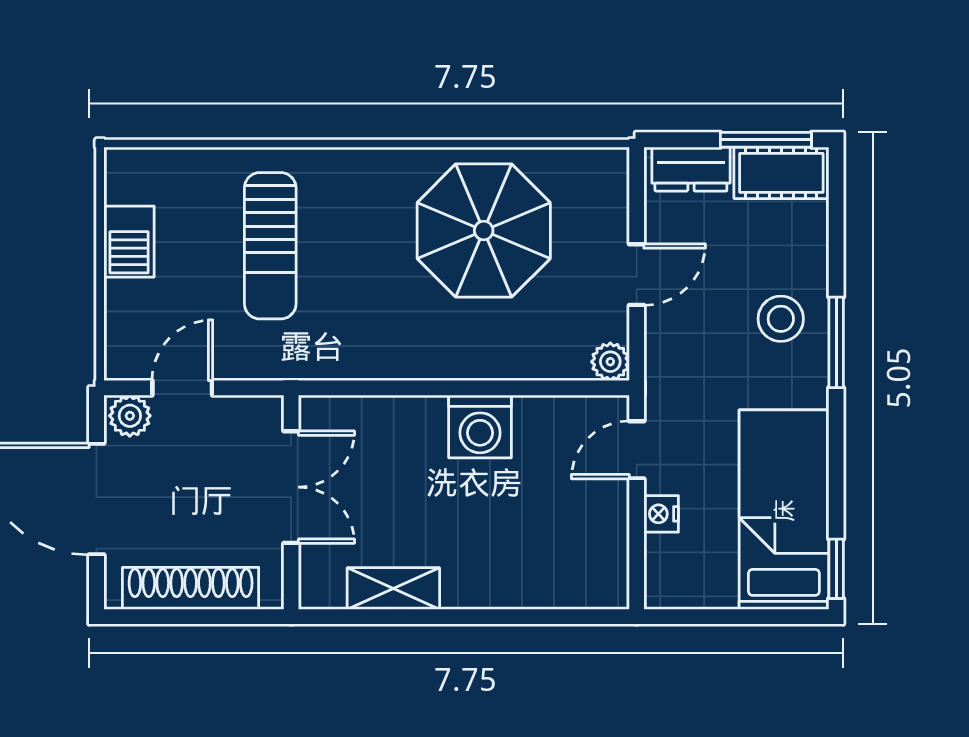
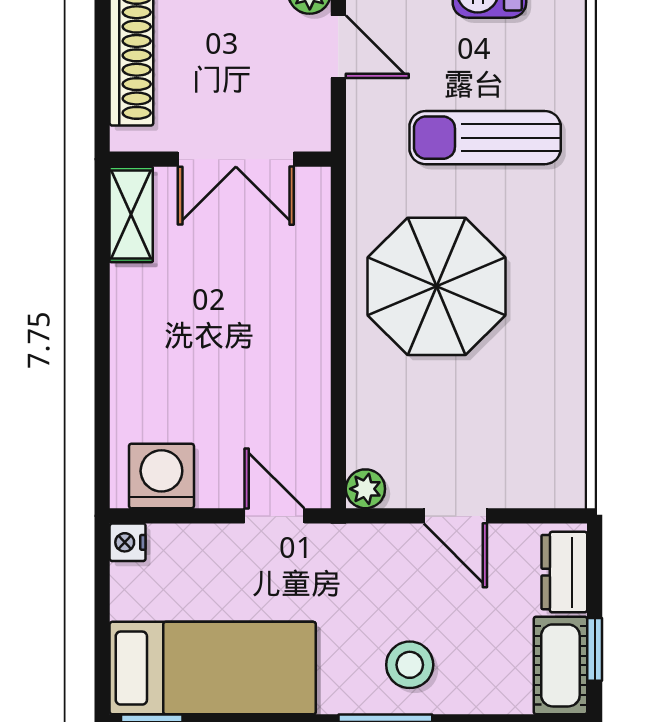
window: (766, 140) -> (595, 649), width x0.67
parasol: (484, 231) -> (436, 286), moved
washing machine: (480, 427) -> (161, 476), moved, turned 90
nightstand: (661, 514) -> (128, 542), moved, turned -90
shelving: (393, 589) -> (131, 214), moved

